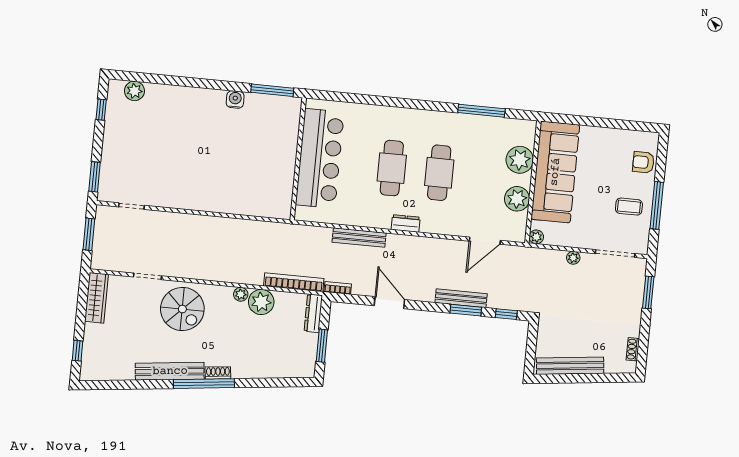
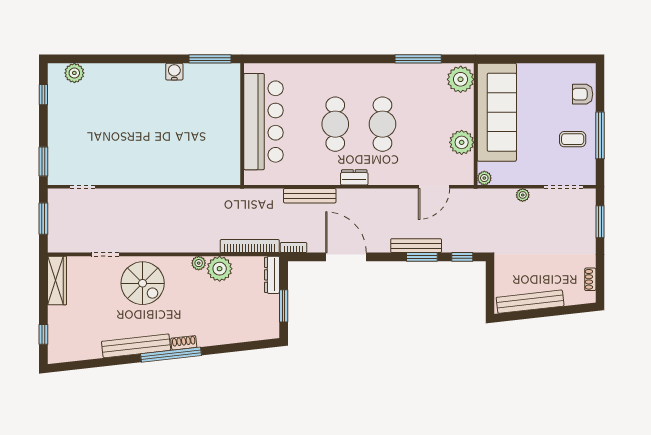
plant: (520, 160) -> (461, 79), moved
door: (389, 303) -> (346, 257), width x1.36

